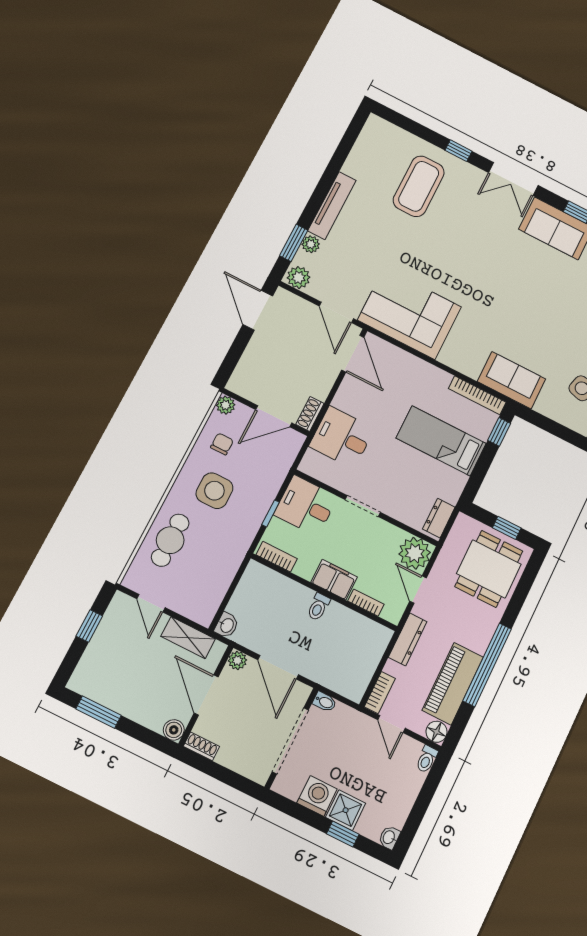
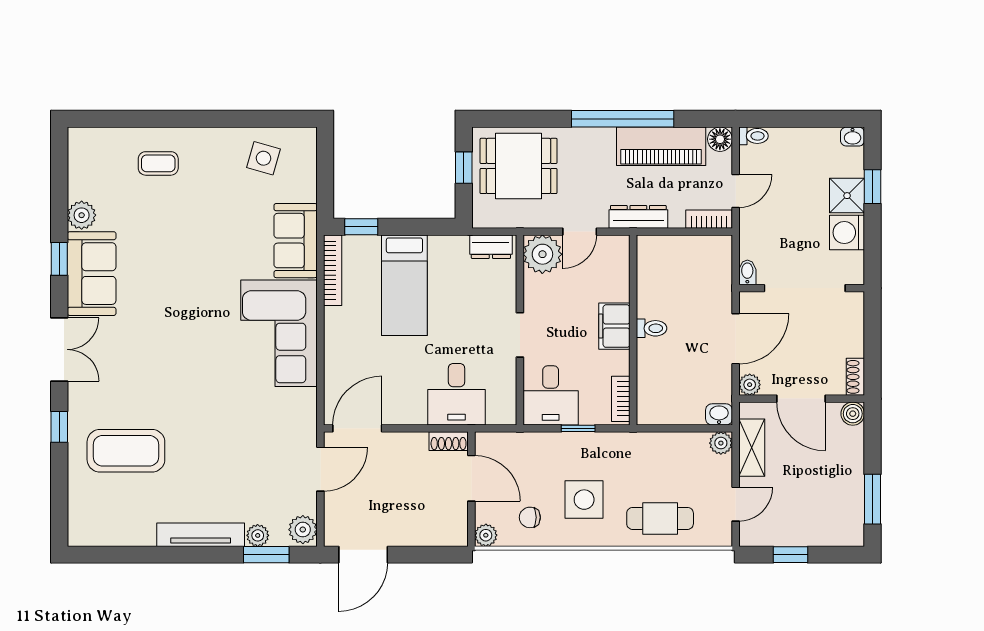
corner sofa: (409, 313) -> (279, 333), moved
bookcase: (366, 603) -> (622, 280), removed
plant: (204, 616) -> (721, 443), added
door: (206, 695) -> (801, 399), hinge flipped

